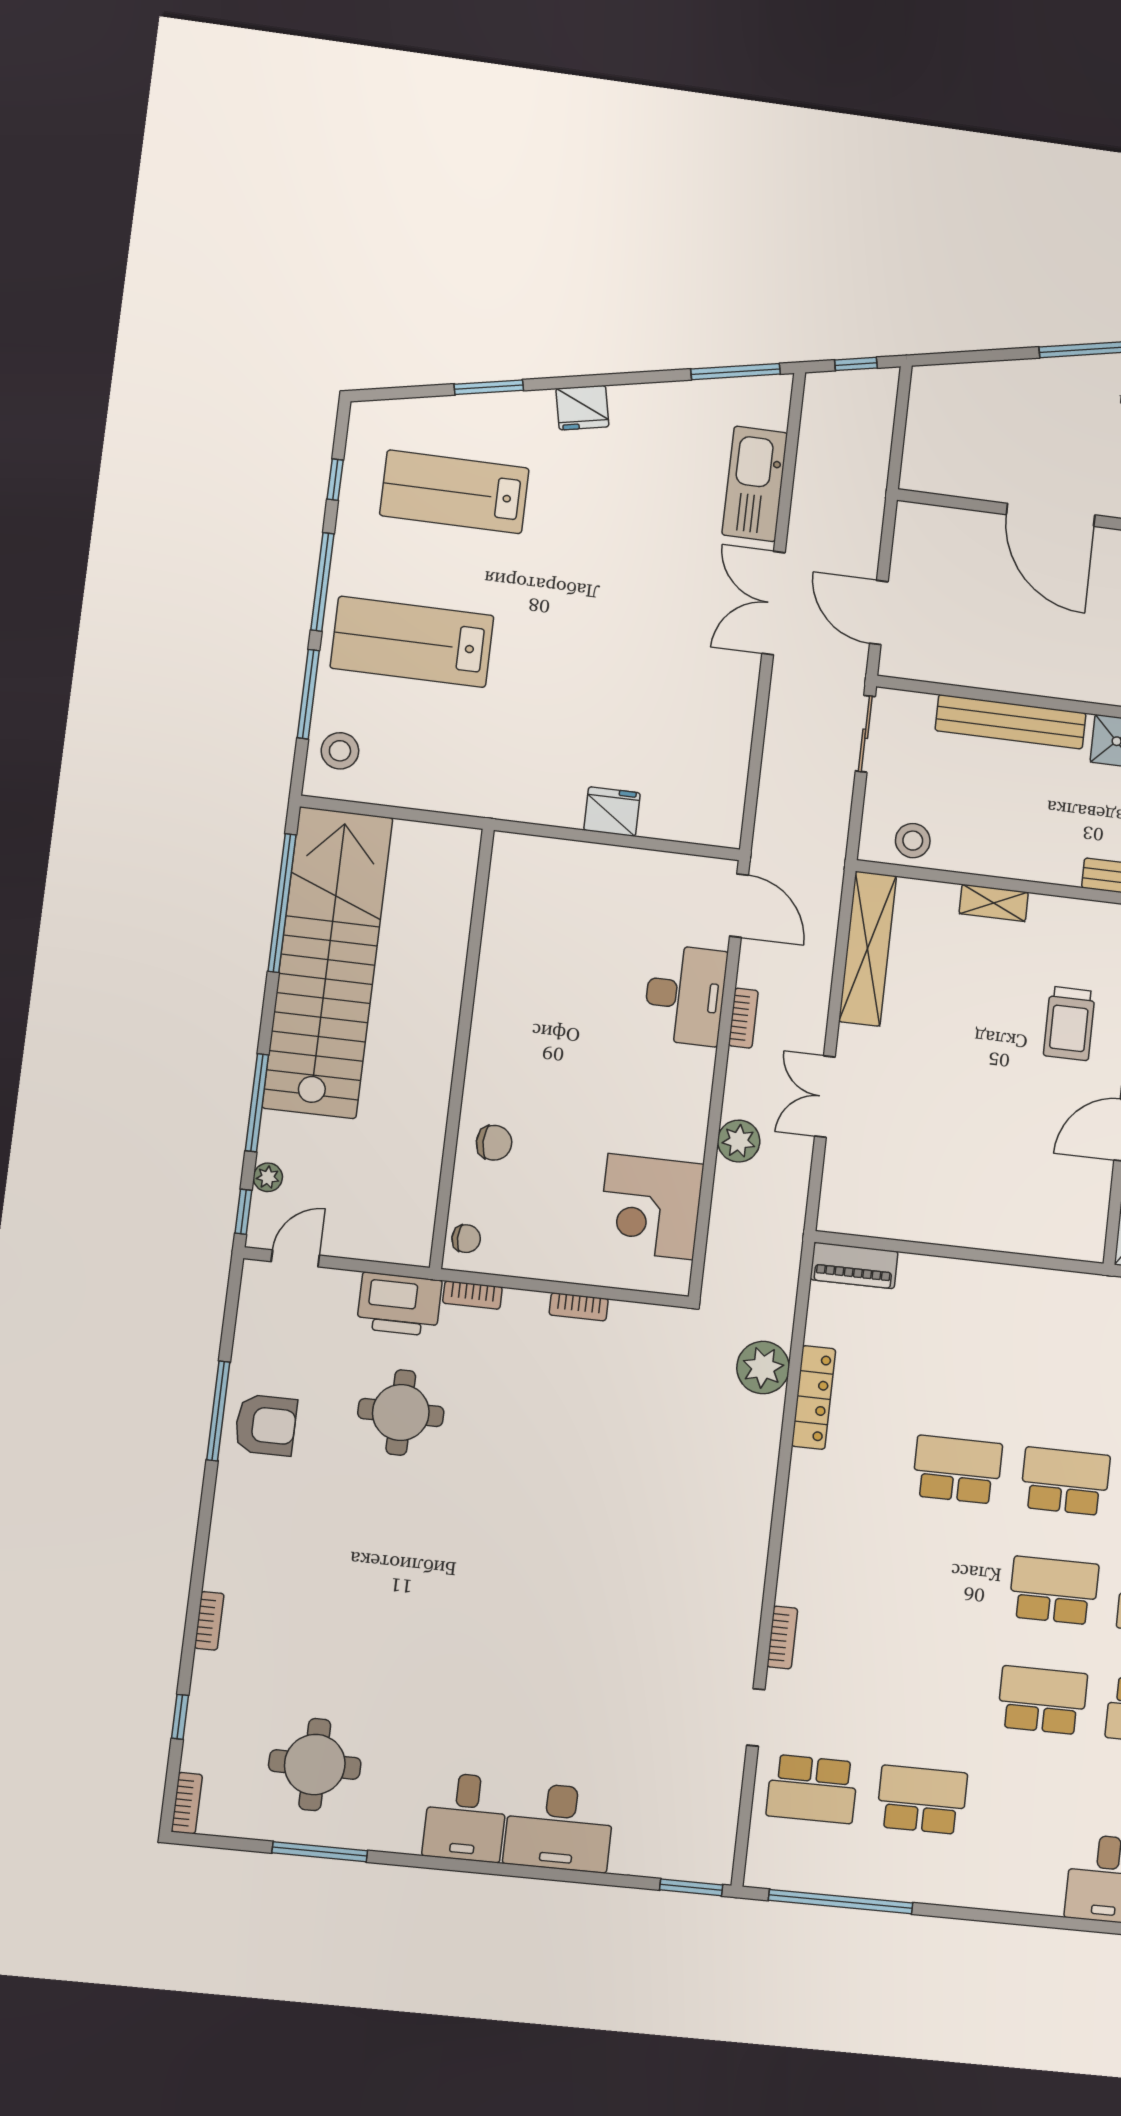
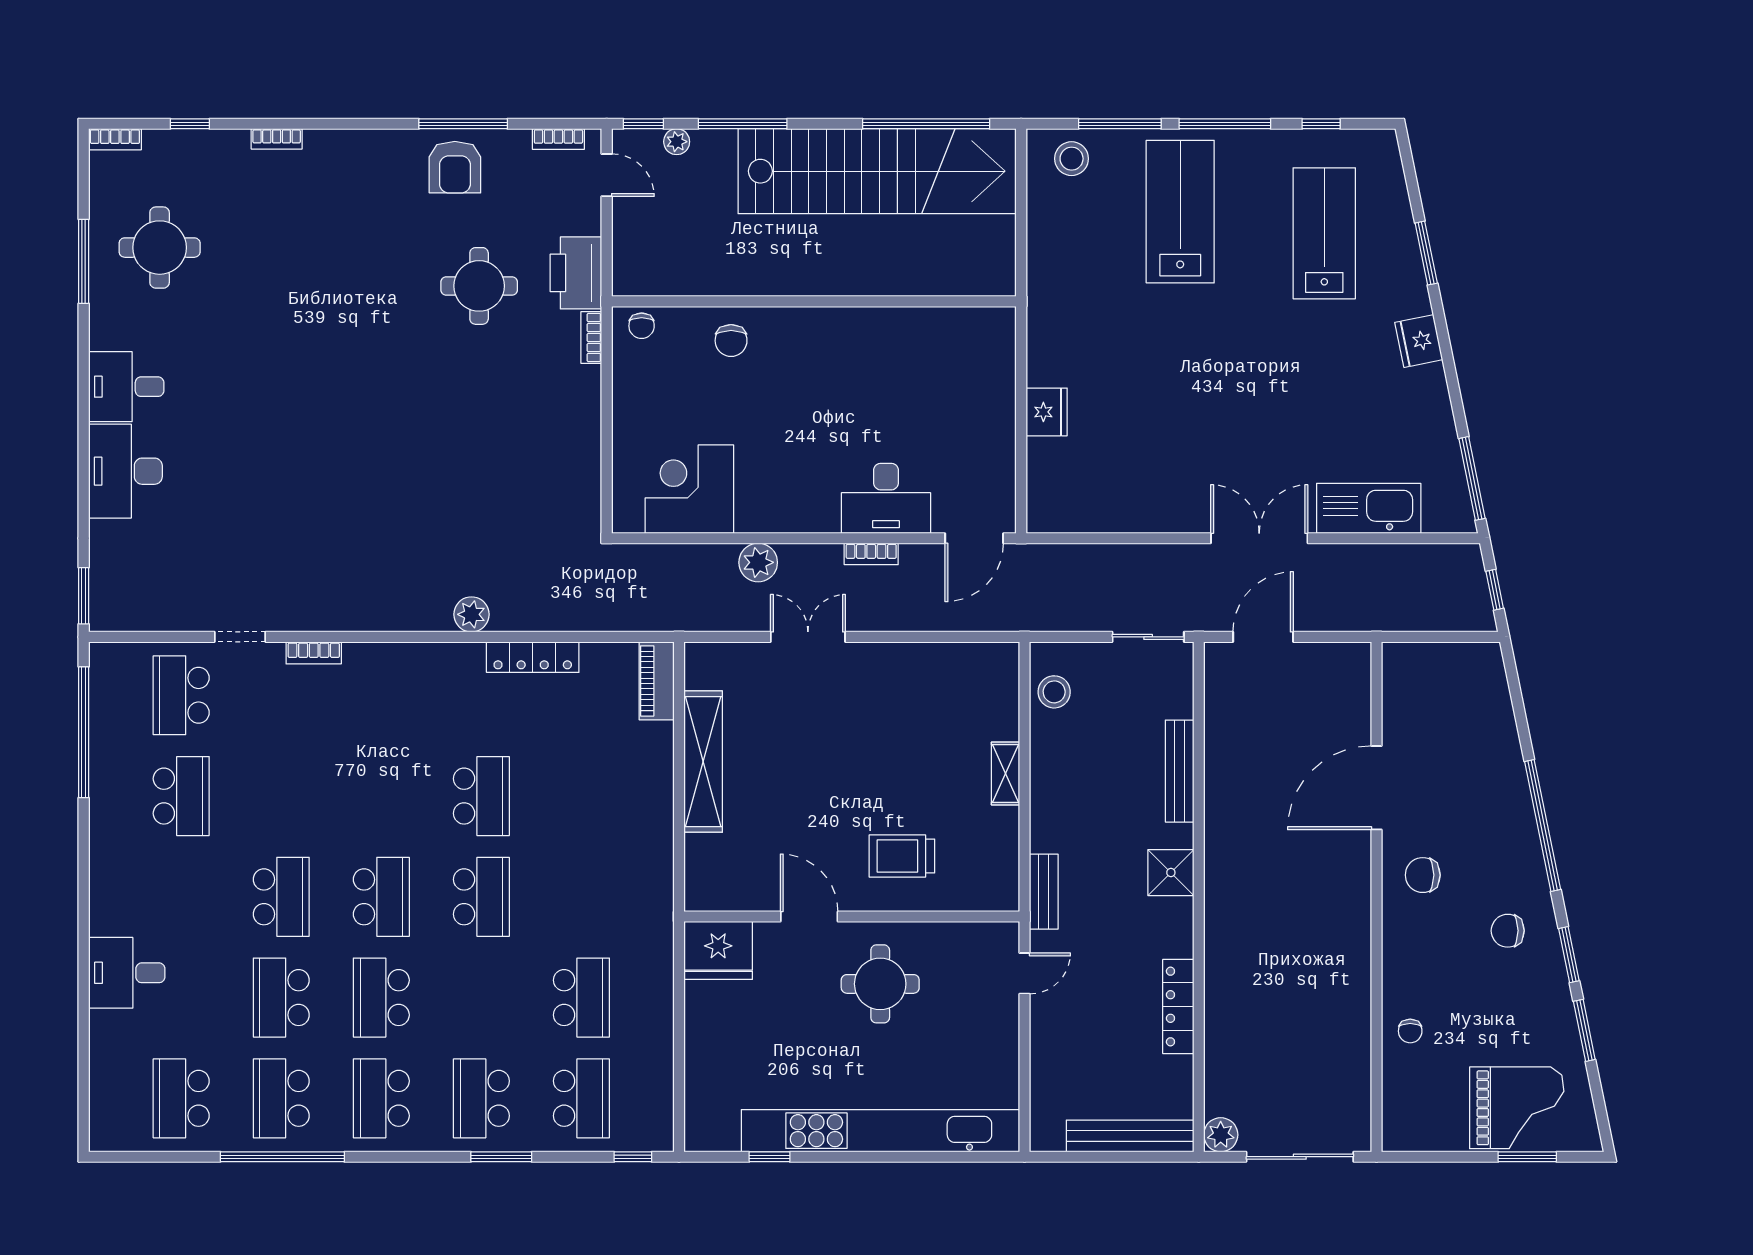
bench: (1011, 722) -> (1180, 771), width x0.73, depth x0.82
shelving: (868, 949) -> (703, 762), moved, turned 90
bookcase: (579, 1307) -> (558, 139), moved, turned -90
plant: (763, 1368) -> (471, 614), moved, width x0.73, depth x0.73

